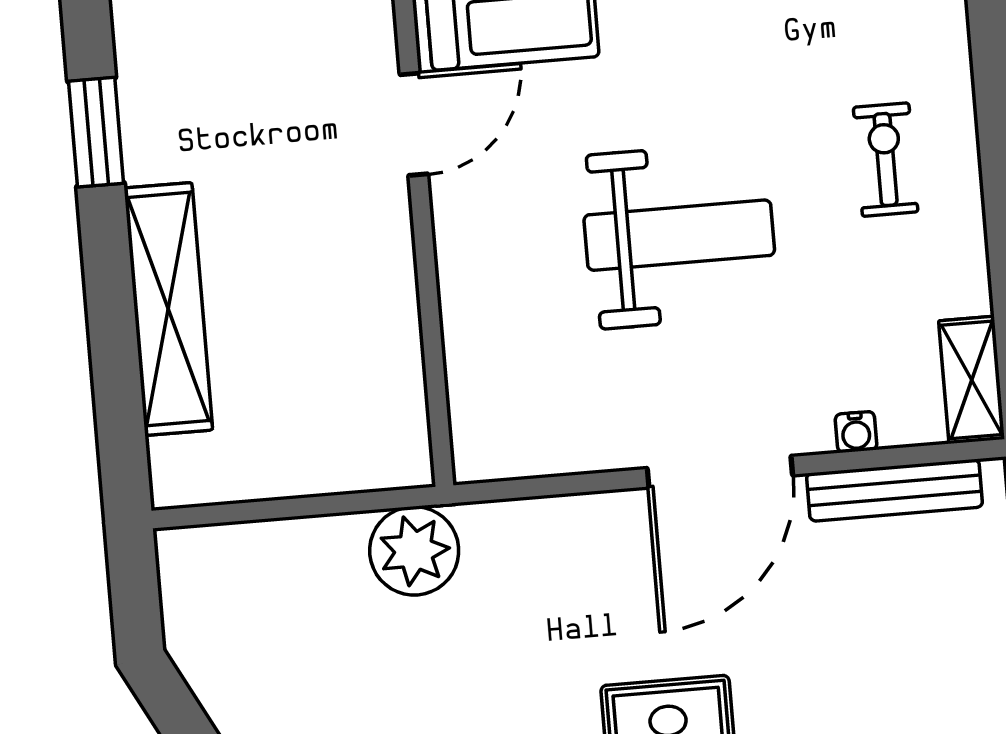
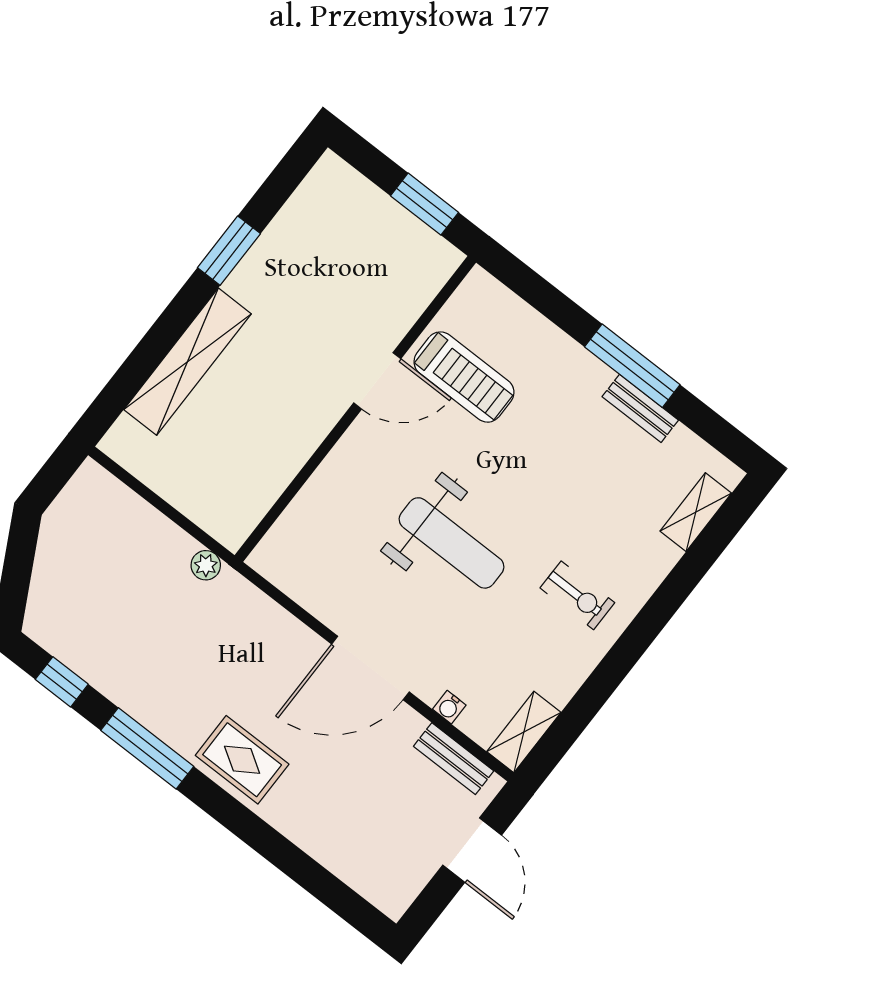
exercise bike: (886, 160) -> (577, 595), turned 90
bench: (894, 490) -> (454, 759), width x0.73
plant: (414, 551) -> (206, 565), width x0.53, depth x0.53

